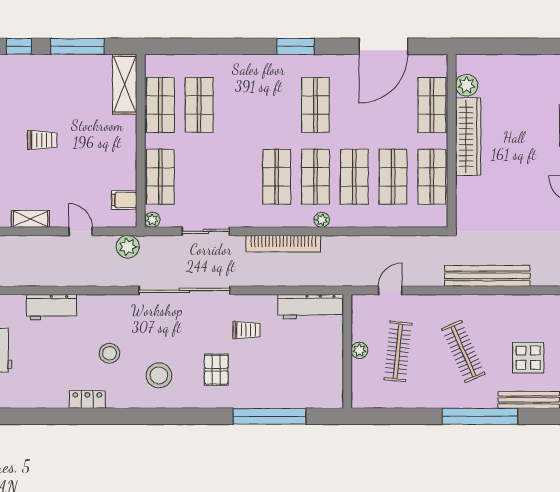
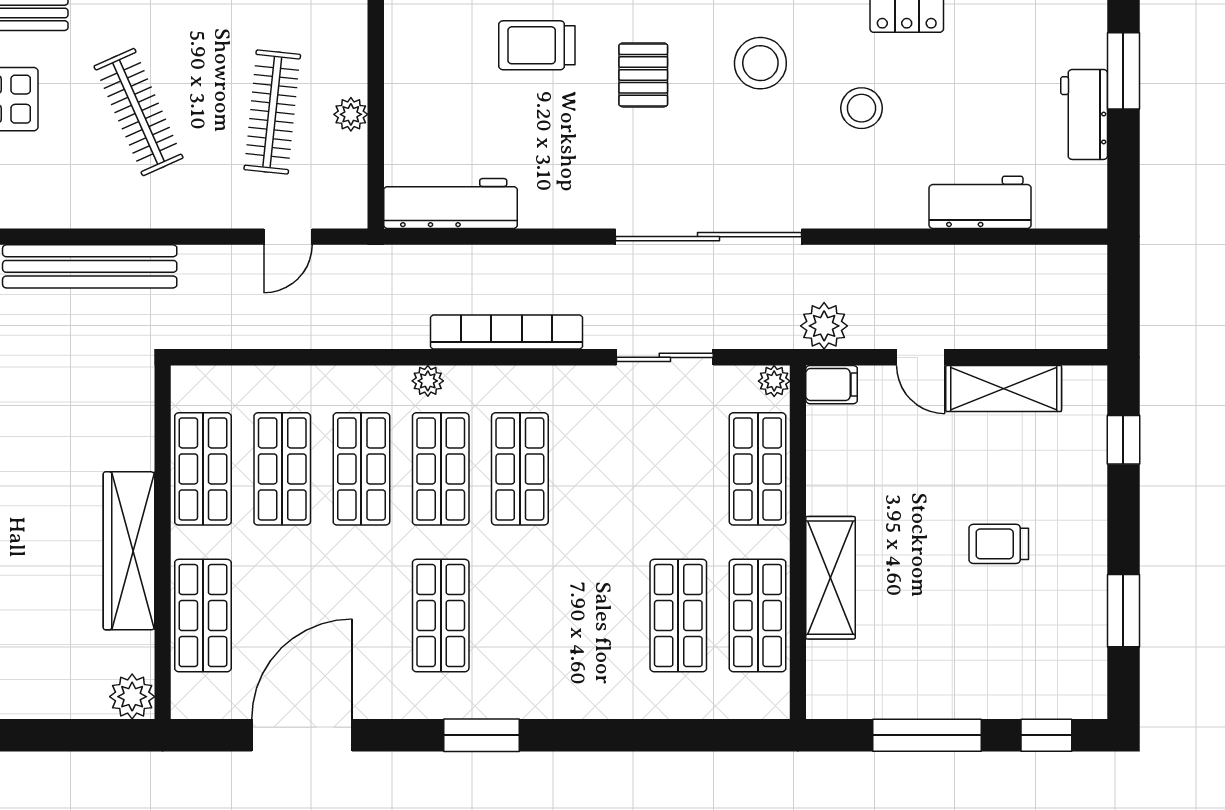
shelving: (125, 84) -> (830, 578), moved
plant: (467, 85) -> (132, 697), moved
filing cabinet: (124, 200) -> (832, 385), moved
shelving: (30, 219) -> (1004, 388), width x1.50, depth x1.33
trolley: (246, 330) -> (537, 45), moved, width x1.36, depth x1.39

